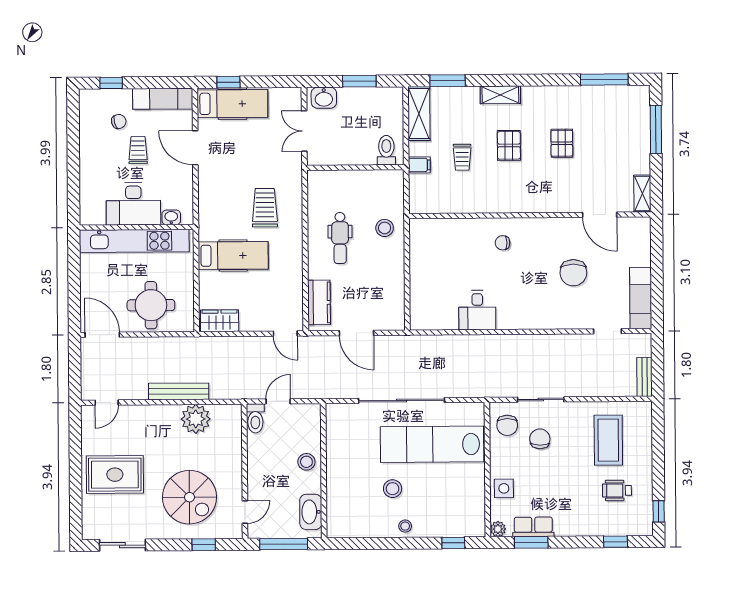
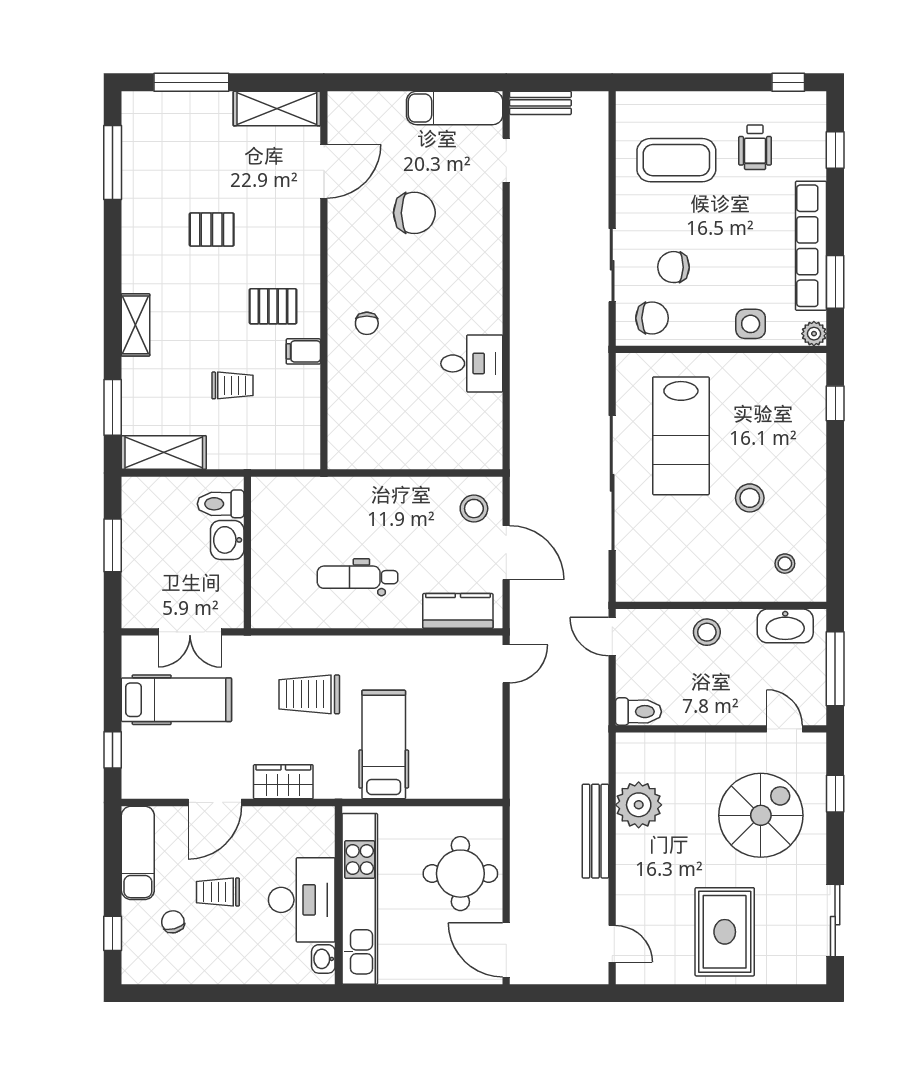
washbasin: (324, 98) -> (227, 540), moved, turned 180
hospital bed: (232, 104) -> (176, 700), moved, turned 90
pallet: (509, 145) -> (273, 306), moved
filing cabinet: (419, 165) -> (303, 351), moved, turned -90
shelving: (642, 194) -> (277, 109), width x1.50, depth x1.33
washbasin: (171, 217) -> (323, 959), moved
stool: (385, 228) -> (474, 509), moved
dental chair: (340, 238) -> (357, 577), turned 180
wardrobe: (220, 321) -> (283, 782), moved, turned 90
door: (356, 333) -> (506, 553), hinge flipped
door: (102, 335) -> (506, 950), hinge flipped
bench: (644, 377) -> (540, 103), moved
door: (278, 401) -> (612, 637), moved
lab bench: (432, 444) -> (681, 436), width x0.73
stool: (405, 526) -> (785, 564), moved
row of seats: (533, 527) -> (811, 246), width x2.02

